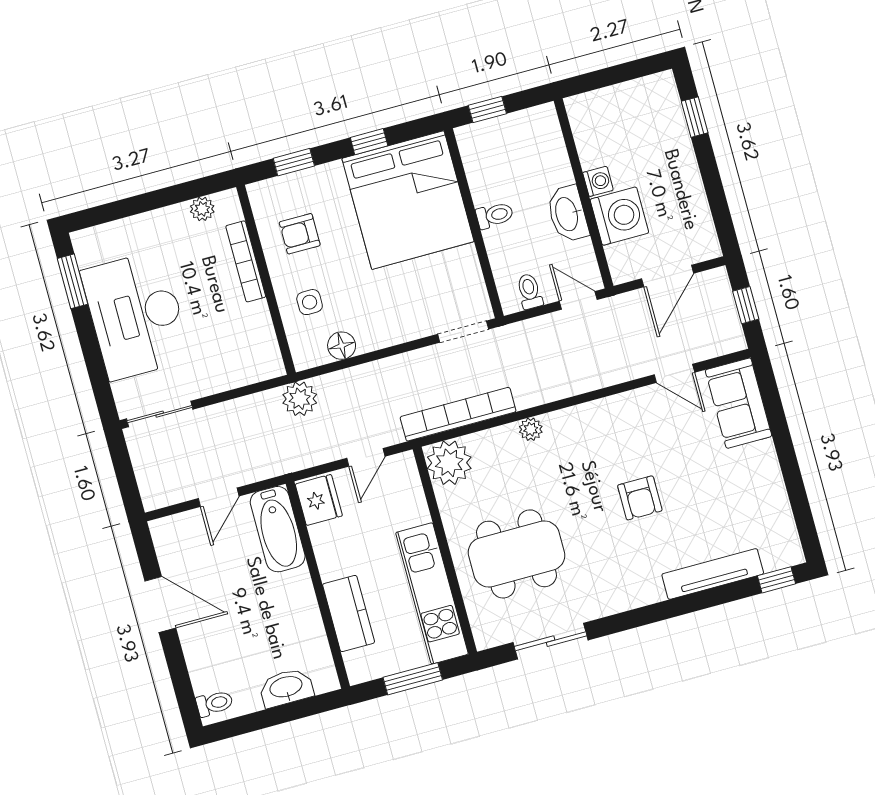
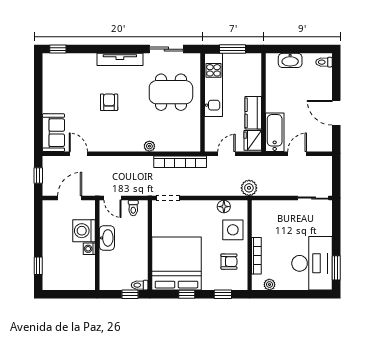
toilet: (495, 215) -> (140, 285), moved
side table: (310, 302) -> (233, 230), width x1.87, depth x1.87
desk: (136, 315) -> (312, 263), moved
plant: (449, 463) -> (190, 141), removed
tv unit: (713, 574) -> (120, 59), moved
kitchen counter: (349, 613) -> (253, 113), moved

